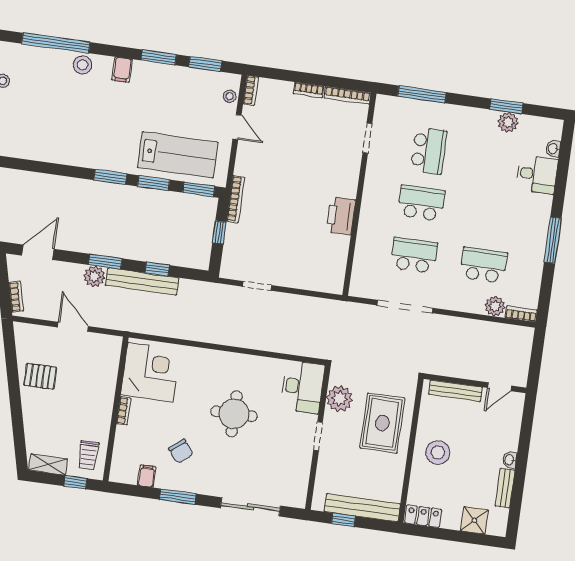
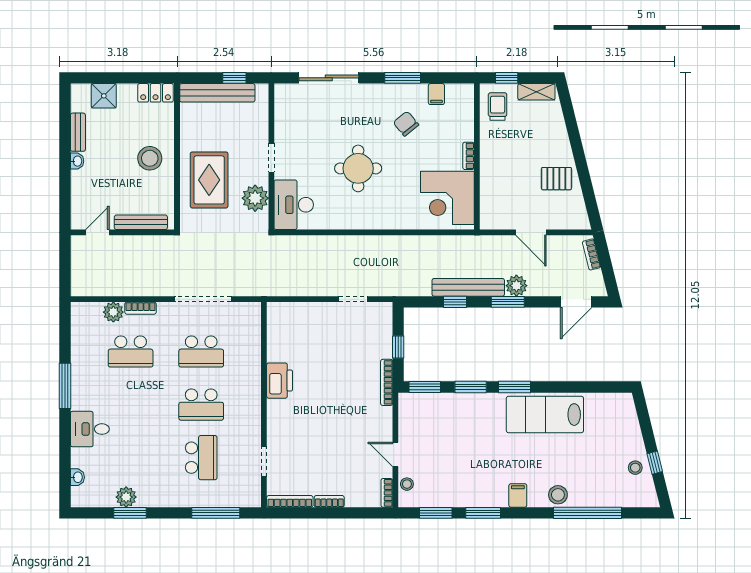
school desk: (429, 151) -> (201, 458), turned 180
lab bench: (178, 155) -> (545, 415), moved
desk: (537, 174) -> (90, 429), moved
bookcase: (521, 314) -> (141, 308), moved

